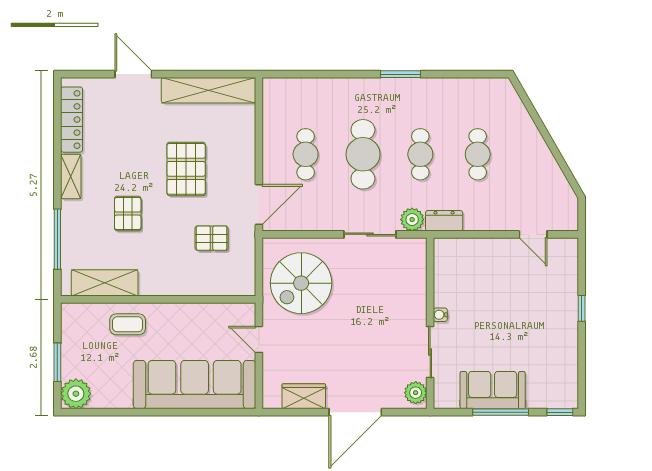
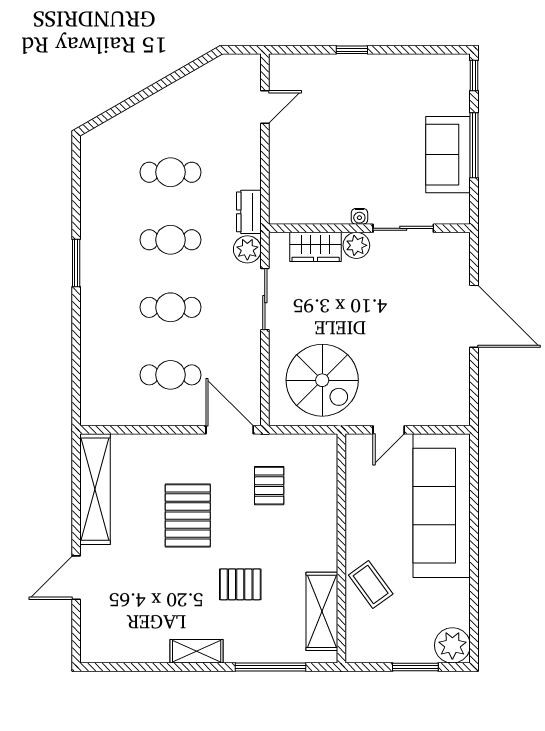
locker: (72, 120) -> (130, 650), removed
cafe table: (363, 154) -> (171, 307), width x0.73, depth x0.74
pallet: (186, 169) -> (188, 516), turned 90
coffee table: (128, 324) -> (371, 585), turned -36
plant: (416, 393) -> (356, 245), moved
wardrobe: (304, 396) -> (316, 247), moved, turned -90

